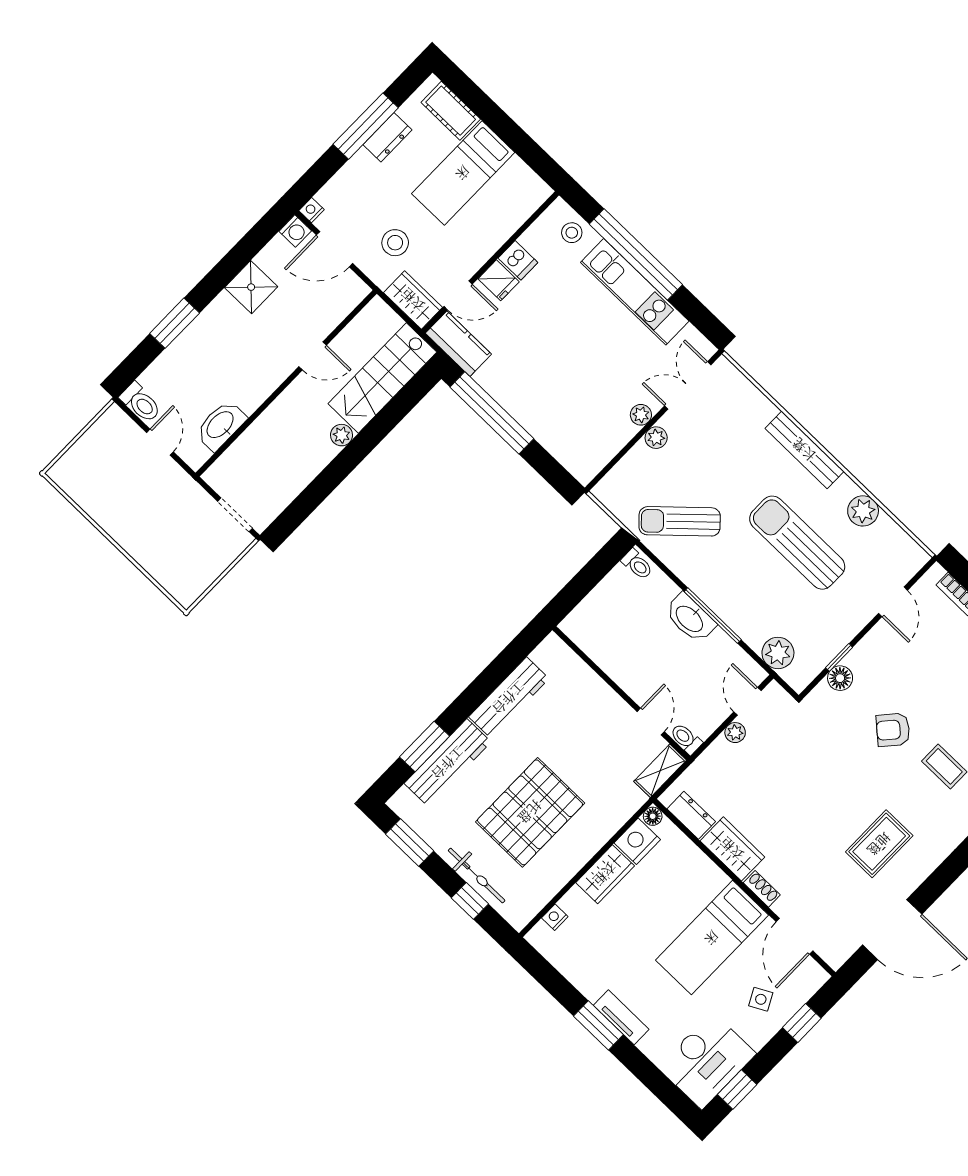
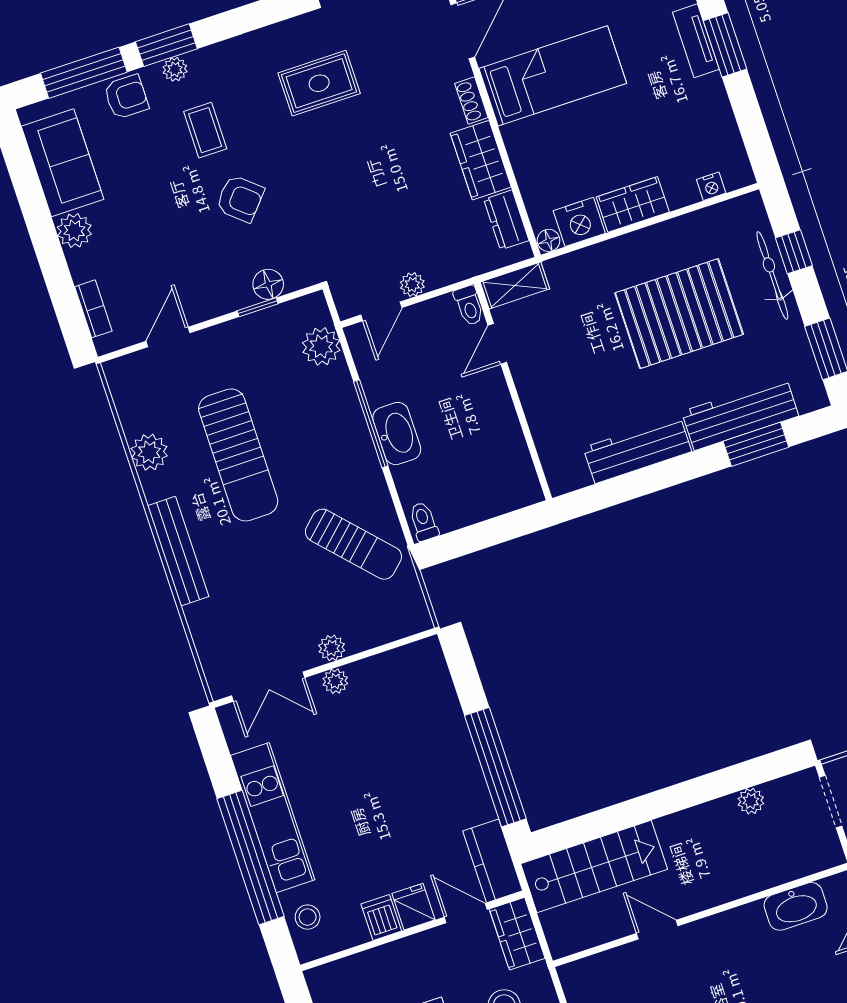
plant: (342, 435) -> (751, 801), moved

